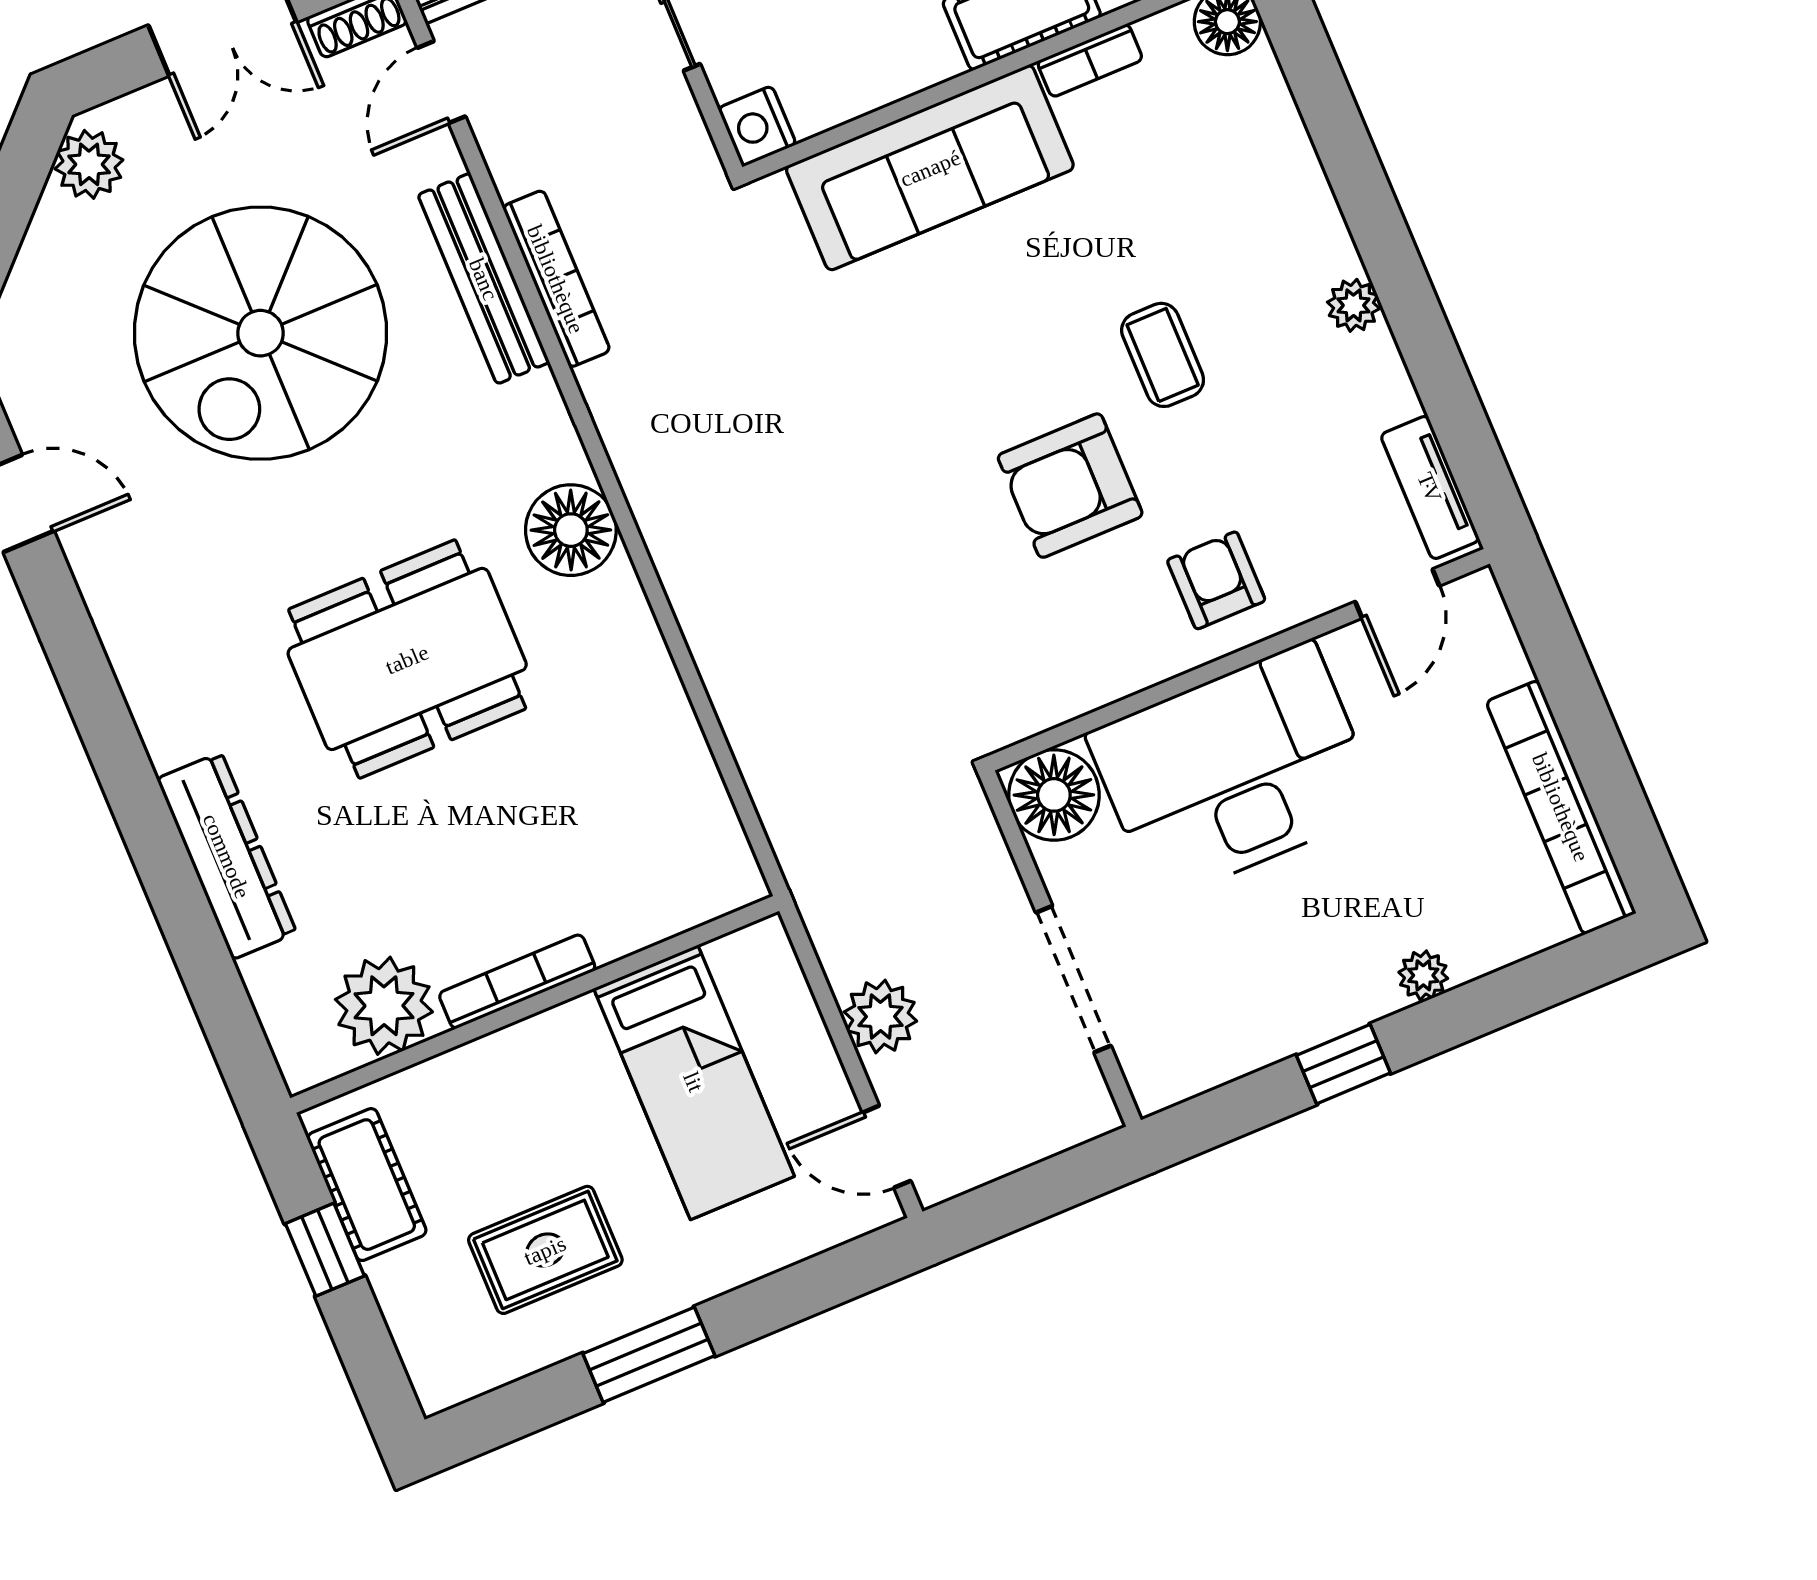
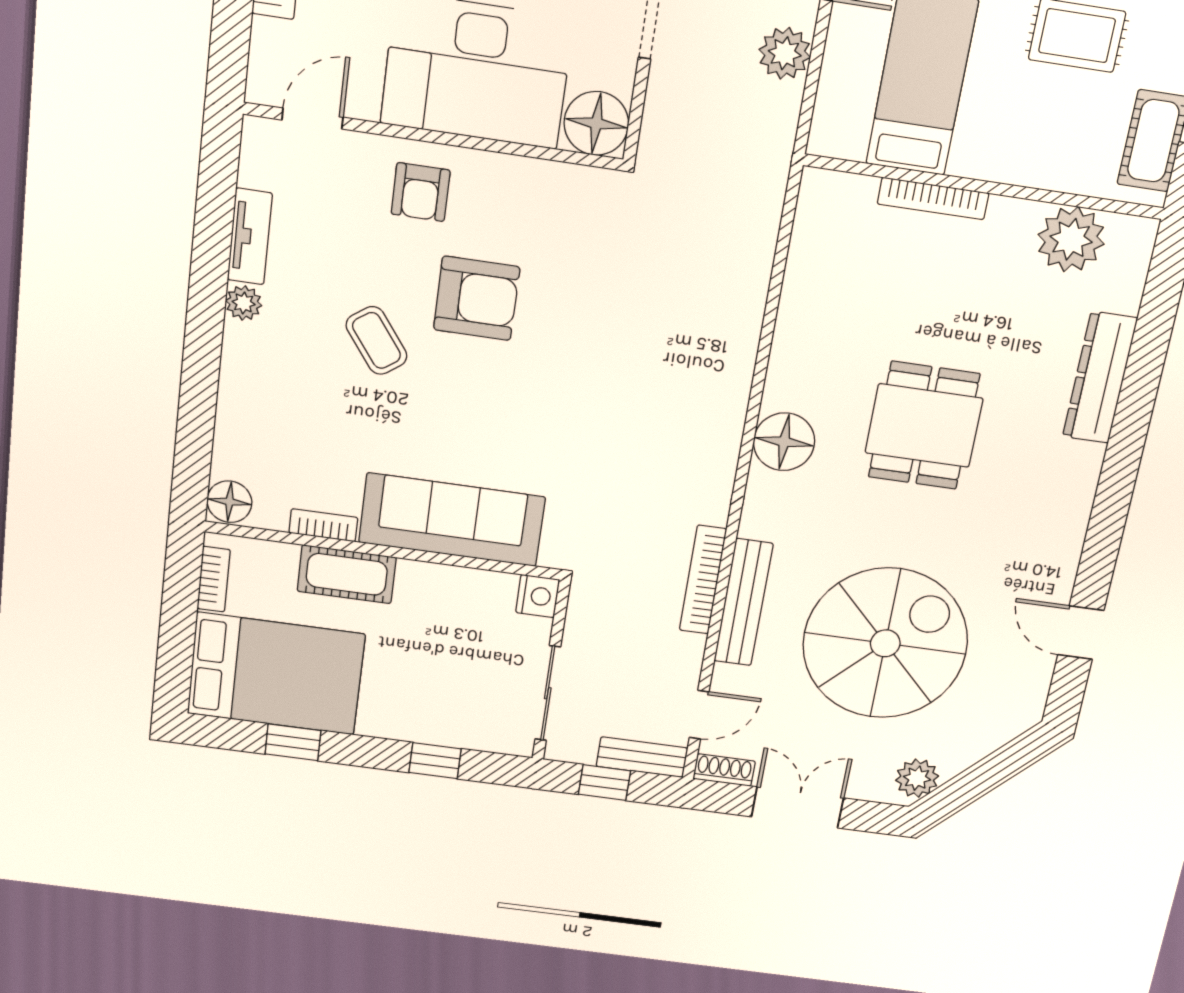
coffee table: (1163, 355) -> (376, 340), turned -36
tv unit: (1430, 487) -> (250, 236), moved
dining table: (407, 659) -> (924, 426), width x0.73
bookcase: (517, 982) -> (933, 198), moved

